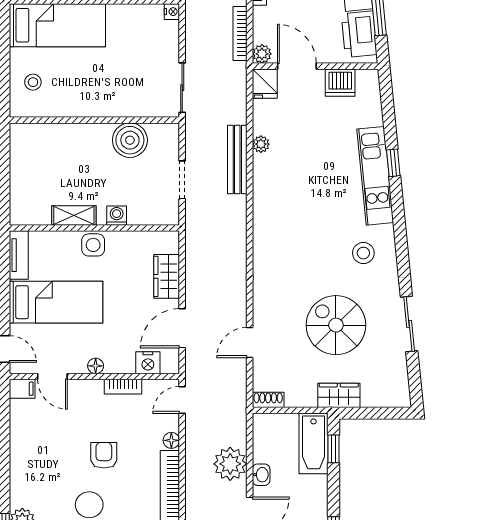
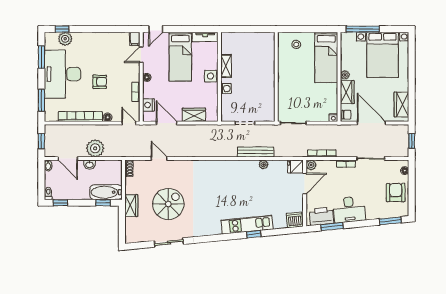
dishwasher: (340, 83) -> (295, 220), moved, turned 84
boiler: (130, 140) -> (266, 96), removed
stool: (363, 253) -> (206, 218), removed

